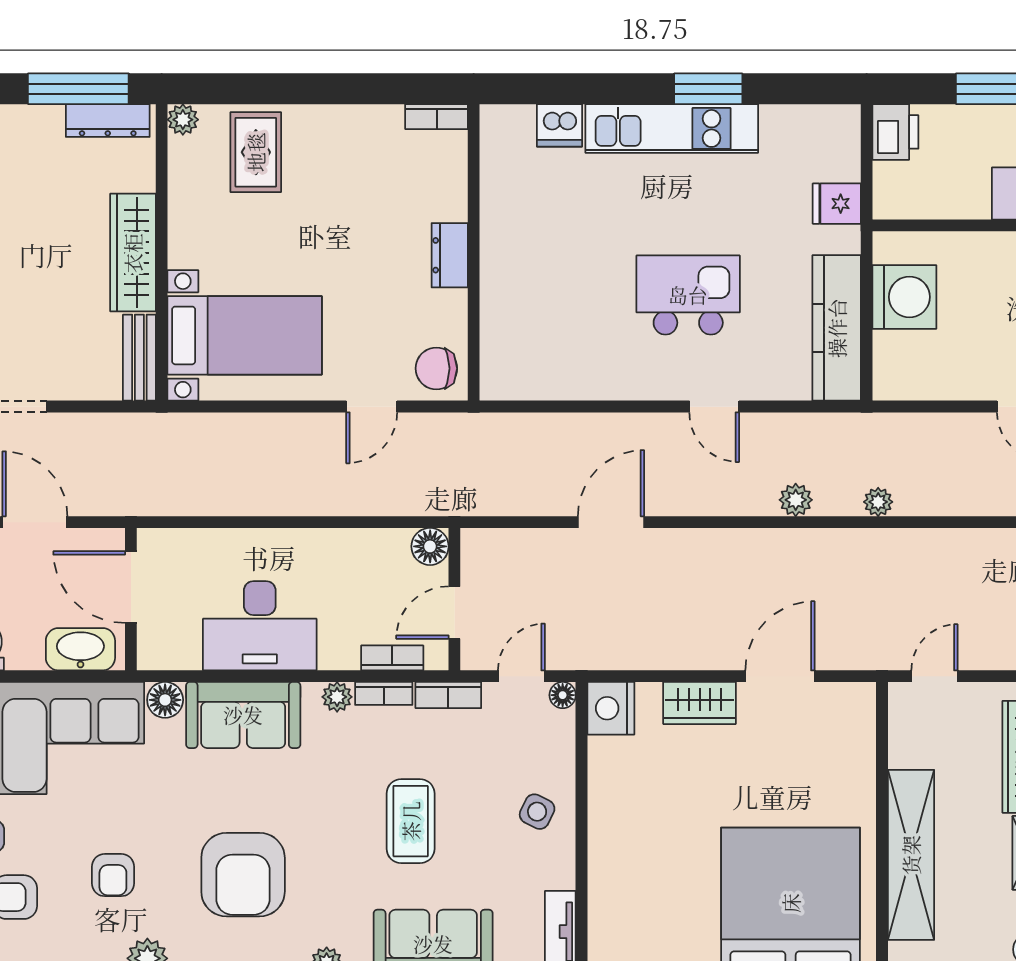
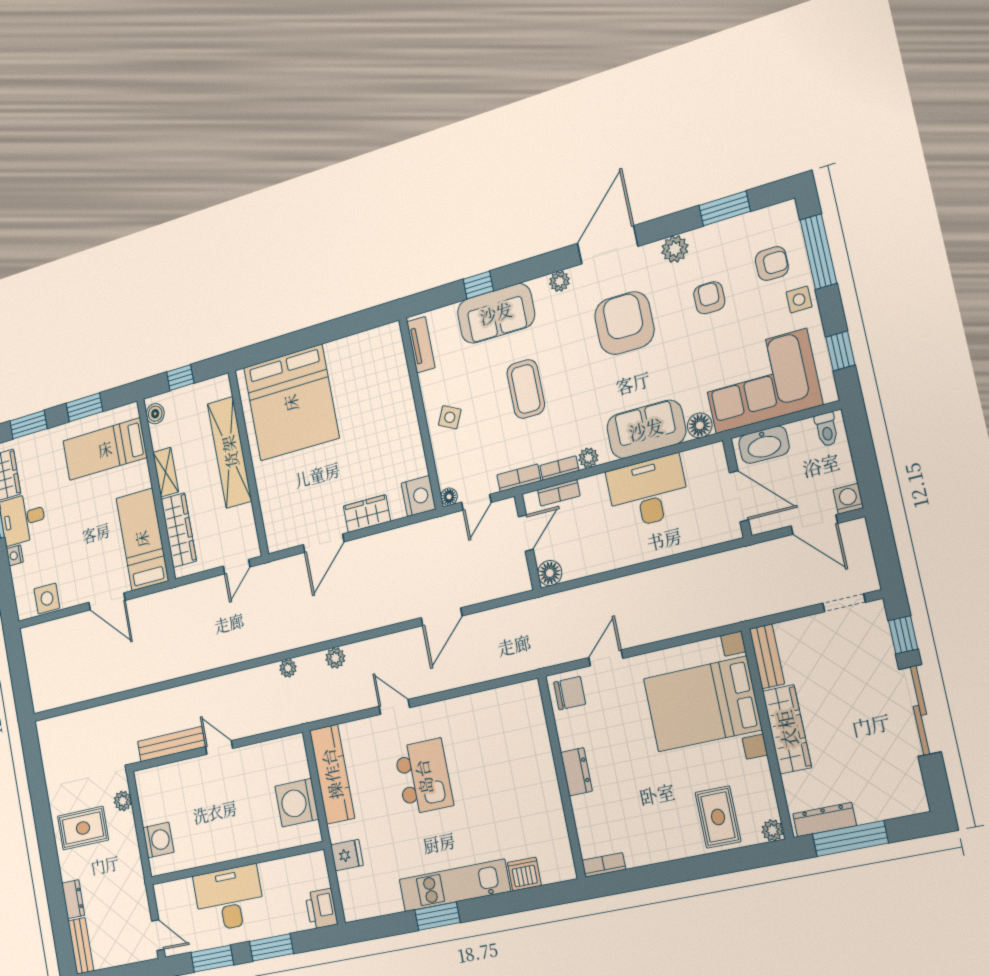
kitchen island: (688, 295) -> (424, 777), turned -90
bed with nightstands: (245, 335) -> (702, 704), width x1.36

